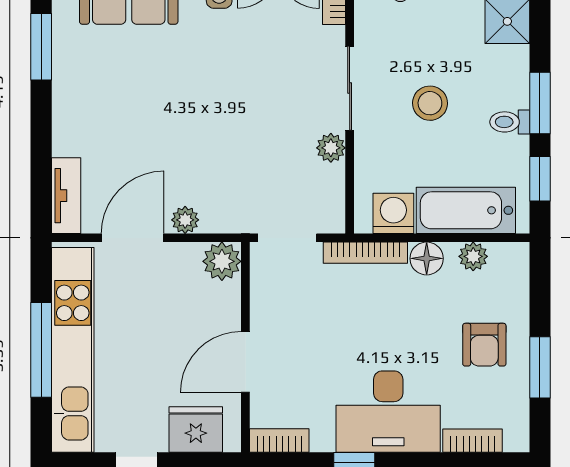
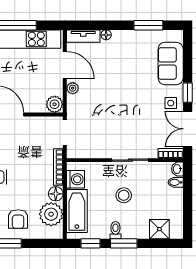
floor lamp: (63, 143) -> (106, 35), added
plant: (331, 148) -> (104, 152), removed
plant: (473, 256) -> (51, 214), width x1.88, depth x1.88
armchair: (484, 345) -> (18, 219), turned -90

